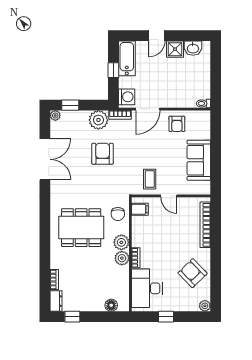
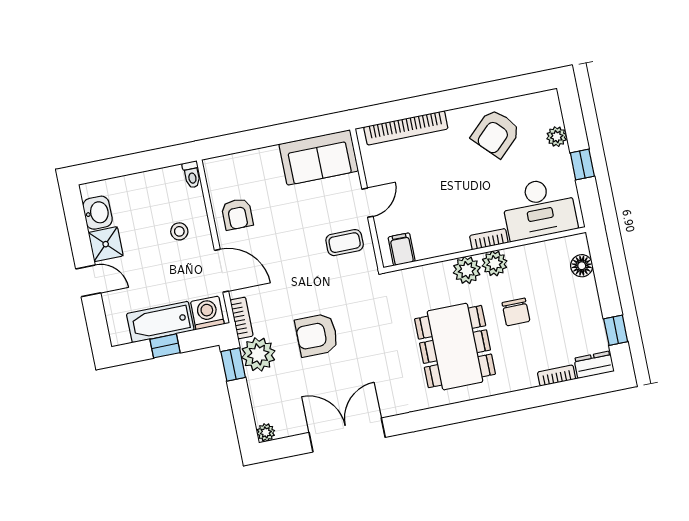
bathtub: (127, 58) -> (160, 322), moved
stool: (174, 91) -> (179, 231), added
window: (70, 105) -> (233, 365), moved
armchair: (177, 124) -> (237, 214), turned 90
sofa: (199, 160) -> (319, 157), moved
chair: (118, 214) -> (516, 312), moved, turned 90
plant: (205, 306) -> (557, 137), moved

